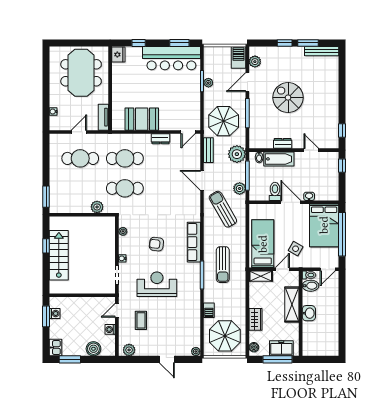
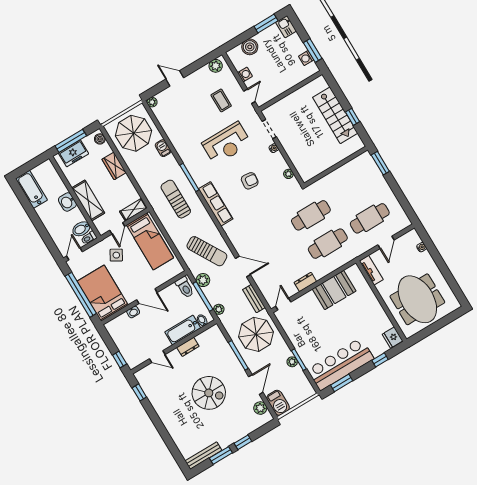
plant: (237, 154) -> (219, 309), width x0.53, depth x0.53
toilet: (275, 191) -> (185, 287), moved
plant: (97, 207) -> (326, 182), removed
bathtub: (331, 340) -> (31, 189), added

